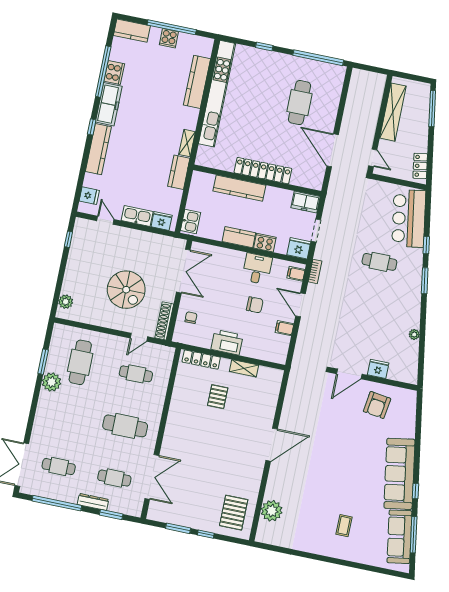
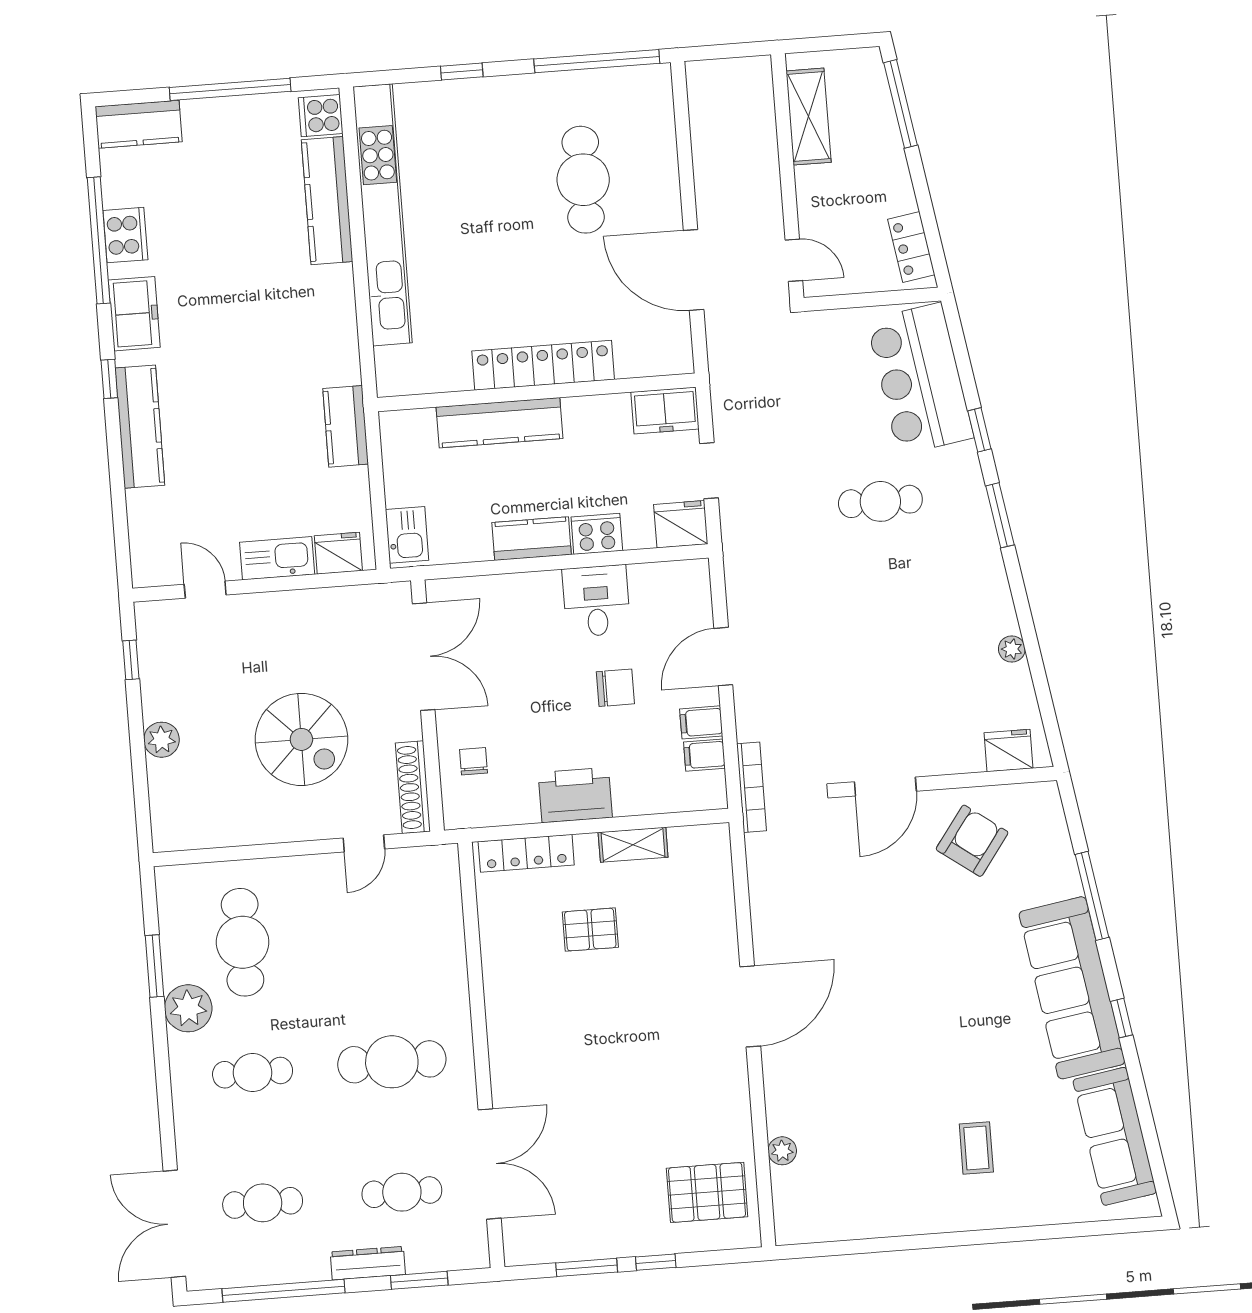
cooker: (169, 38) -> (321, 116), moved, turned 90
freezer: (109, 104) -> (134, 314), width x0.71
shelving: (393, 112) -> (809, 117), width x0.68
shelving: (187, 143) -> (345, 352), removed
fridge: (89, 196) -> (150, 543), removed
bookcase: (315, 271) -> (752, 787), moved, width x1.56
filing cabinet: (296, 274) -> (704, 755), moved
plant: (66, 302) -> (162, 740), moved
door: (301, 305) -> (723, 657), hinge flipped
fridge: (378, 369) -> (1008, 751), moved
cafe table: (136, 374) -> (253, 1073), moved
pallet: (218, 397) -> (590, 930), turned 90
armchair: (377, 405) -> (972, 841), turned -152
plant: (272, 511) -> (782, 1151), width x0.53, depth x0.53
pallet: (234, 513) -> (707, 1192), turned 90
window: (414, 535) -> (1092, 896), moved

